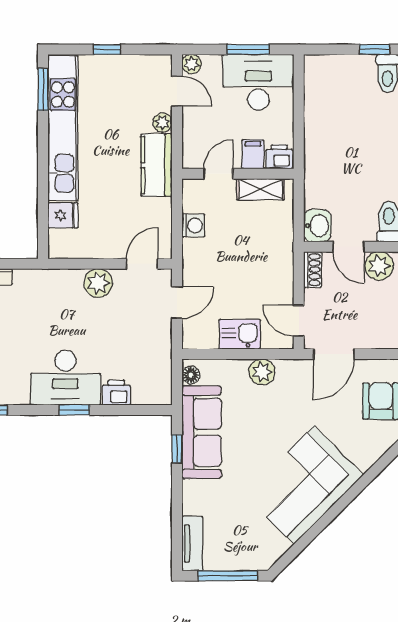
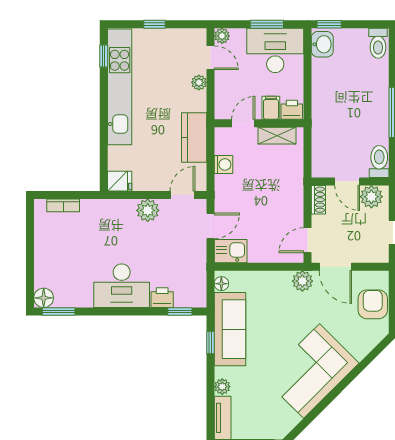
window: (375, 49) -> (329, 24), moved
window: (43, 89) -> (104, 56), width x0.67
kitchen counter: (157, 165) -> (194, 138), moved
fridge: (63, 215) -> (120, 181), moved
washbasin: (317, 226) -> (322, 44), moved
door: (299, 321) -> (307, 240), hinge flipped
kitchen sink: (240, 334) -> (231, 251), moved
door: (334, 354) -> (335, 267), hinge flipped
plant: (262, 372) -> (302, 281), moved
window: (74, 410) -> (180, 311), moved
plant: (192, 504) -> (222, 387), added

